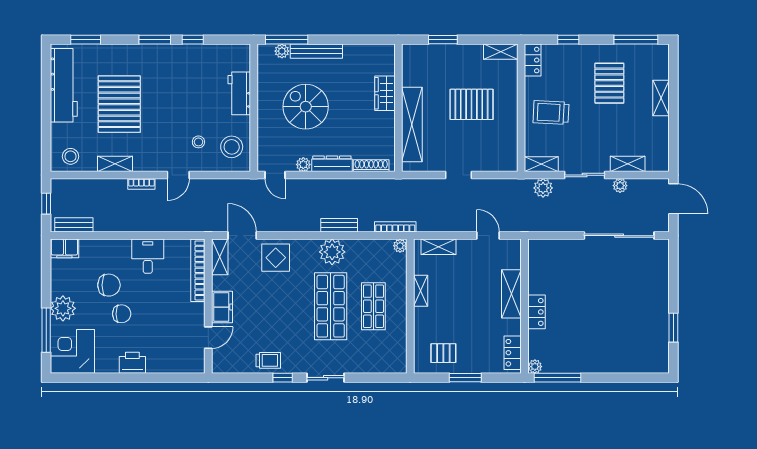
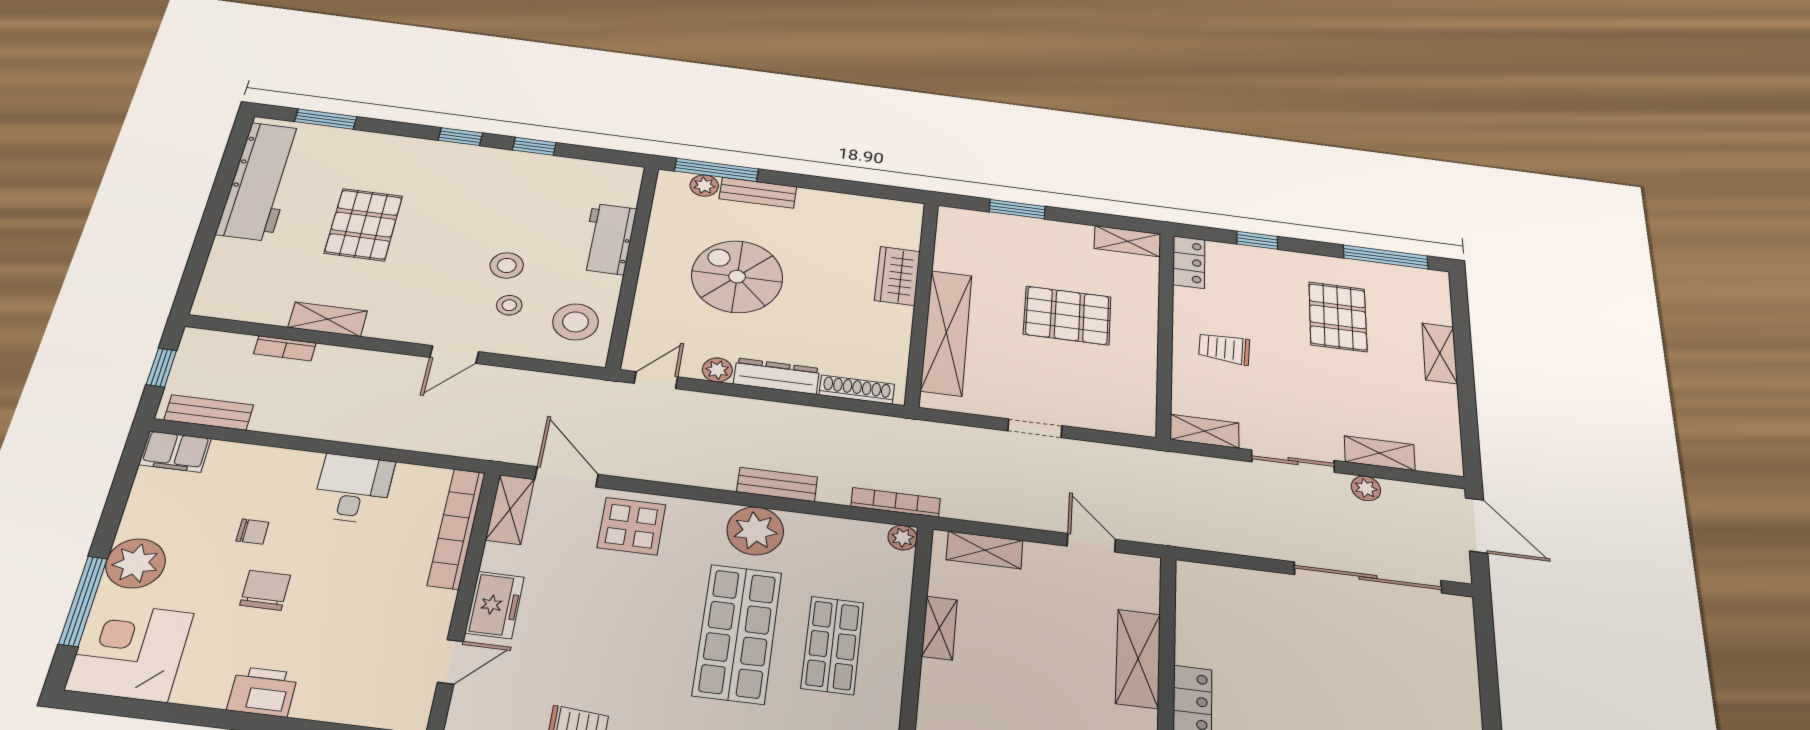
window: (155, 40) -> (460, 137), width x0.67
bench: (316, 51) -> (758, 193), width x0.73
pallet: (119, 104) -> (364, 225), width x0.73, depth x0.71
trolley: (551, 112) -> (1224, 349), width x0.73, depth x0.72
stool: (71, 156) -> (507, 265), moved
door: (275, 175) -> (656, 380), swing flipped
bookcase: (141, 184) -> (285, 348), moved
plant: (543, 188) -> (1208, 472), removed
chair: (109, 285) -> (253, 532), width x0.54, depth x0.54
chair: (122, 314) -> (265, 590), turned -90

